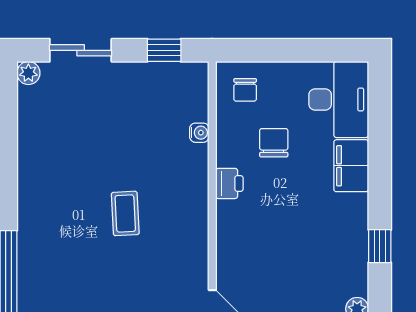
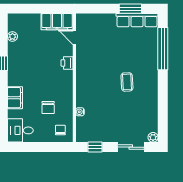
desk: (339, 99) -> (20, 130), width x0.73
printer: (229, 183) -> (67, 63), moved
coffee table: (125, 213) -> (127, 82), moved

